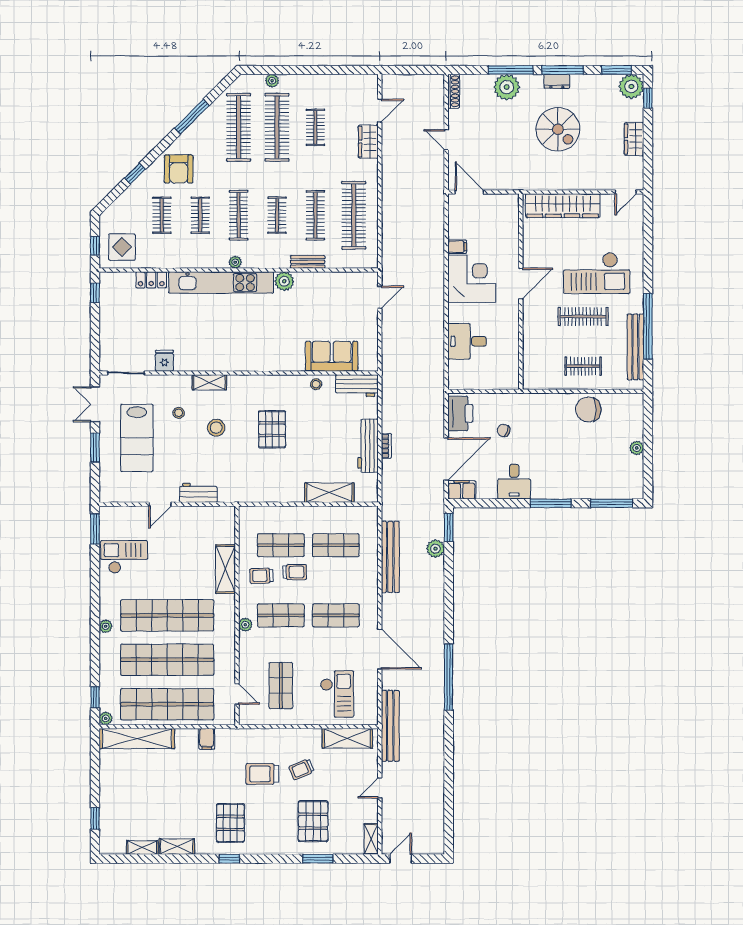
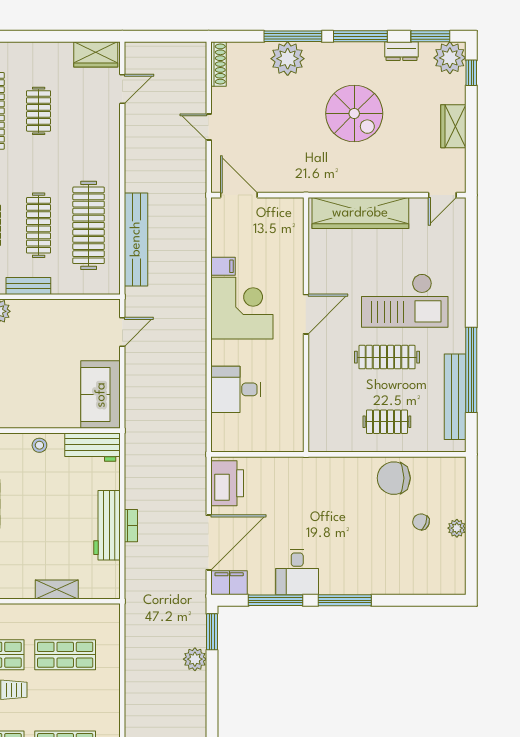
dresser: (557, 81) -> (401, 51), moved
wardrobe: (368, 142) -> (96, 54), moved, turned -90
sofa: (332, 356) -> (101, 395), moved, turned -90
chair: (504, 430) -> (421, 522), moved
shelving: (329, 493) -> (57, 590), width x0.67, depth x0.75
window: (611, 503) -> (276, 600), moved
bench: (390, 557) -> (136, 239), moved

